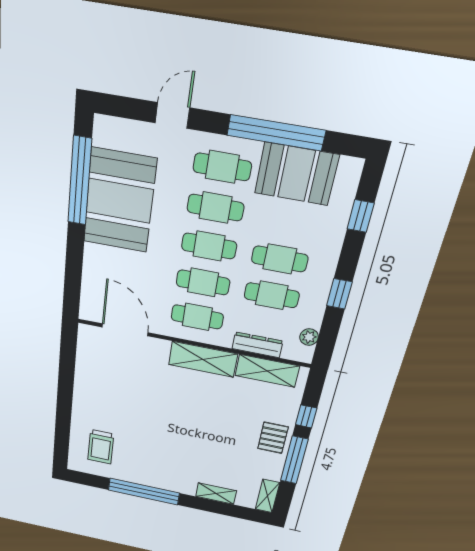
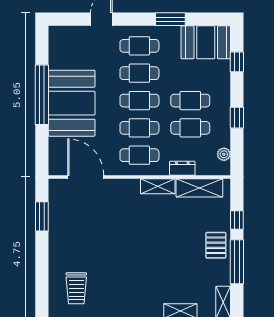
window: (276, 133) -> (170, 19), width x0.47
booth: (296, 174) -> (206, 42), moved
window: (80, 181) -> (42, 95), moved
booth: (119, 201) -> (72, 103), moved
dresser: (257, 345) -> (182, 168), width x0.70
shelving: (203, 359) -> (158, 186), width x0.67, depth x0.75
window: (67, 364) -> (42, 216), added

